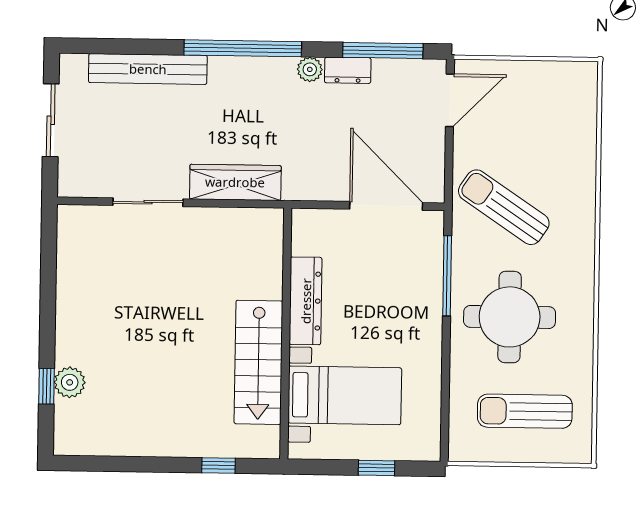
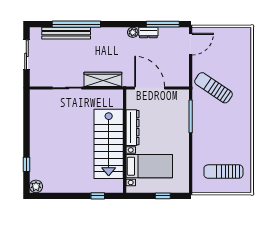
window: (243, 48) -> (76, 24), moved
door: (386, 206) -> (150, 88), moved
round table: (510, 317) -> (217, 133), removed
stairs: (258, 362) -> (109, 144), width x1.36, depth x1.51
plant: (70, 382) -> (36, 186), moved

